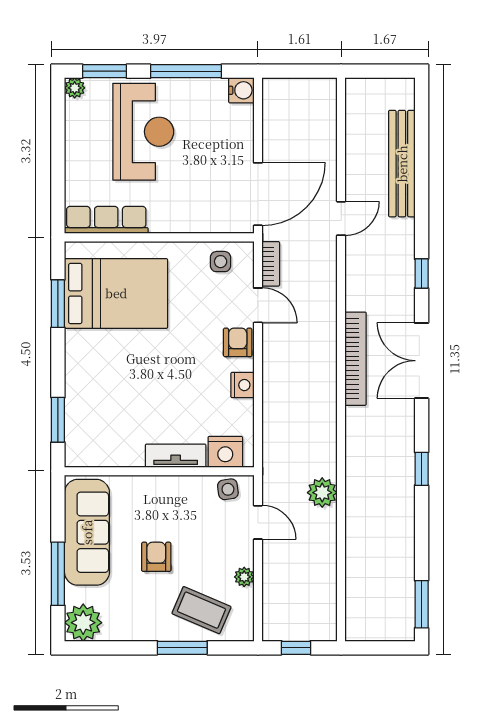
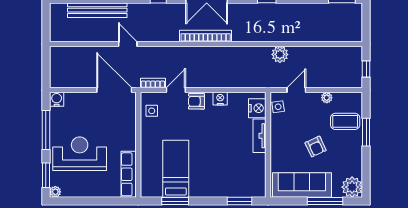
bed: (116, 293) -> (176, 169), width x0.67
armchair: (156, 557) -> (316, 147), turned -115
coffee table: (201, 610) -> (345, 121), turned 67

